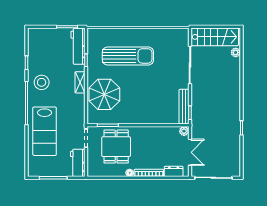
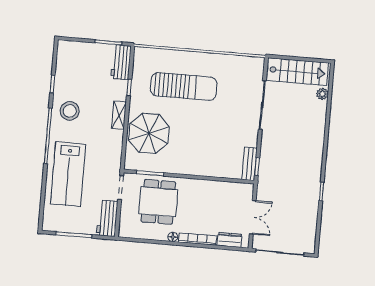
workbench: (78, 46) -> (121, 62), width x0.73
bench: (184, 107) -> (249, 164), width x0.73
plant: (184, 131) -> (247, 189), removed

